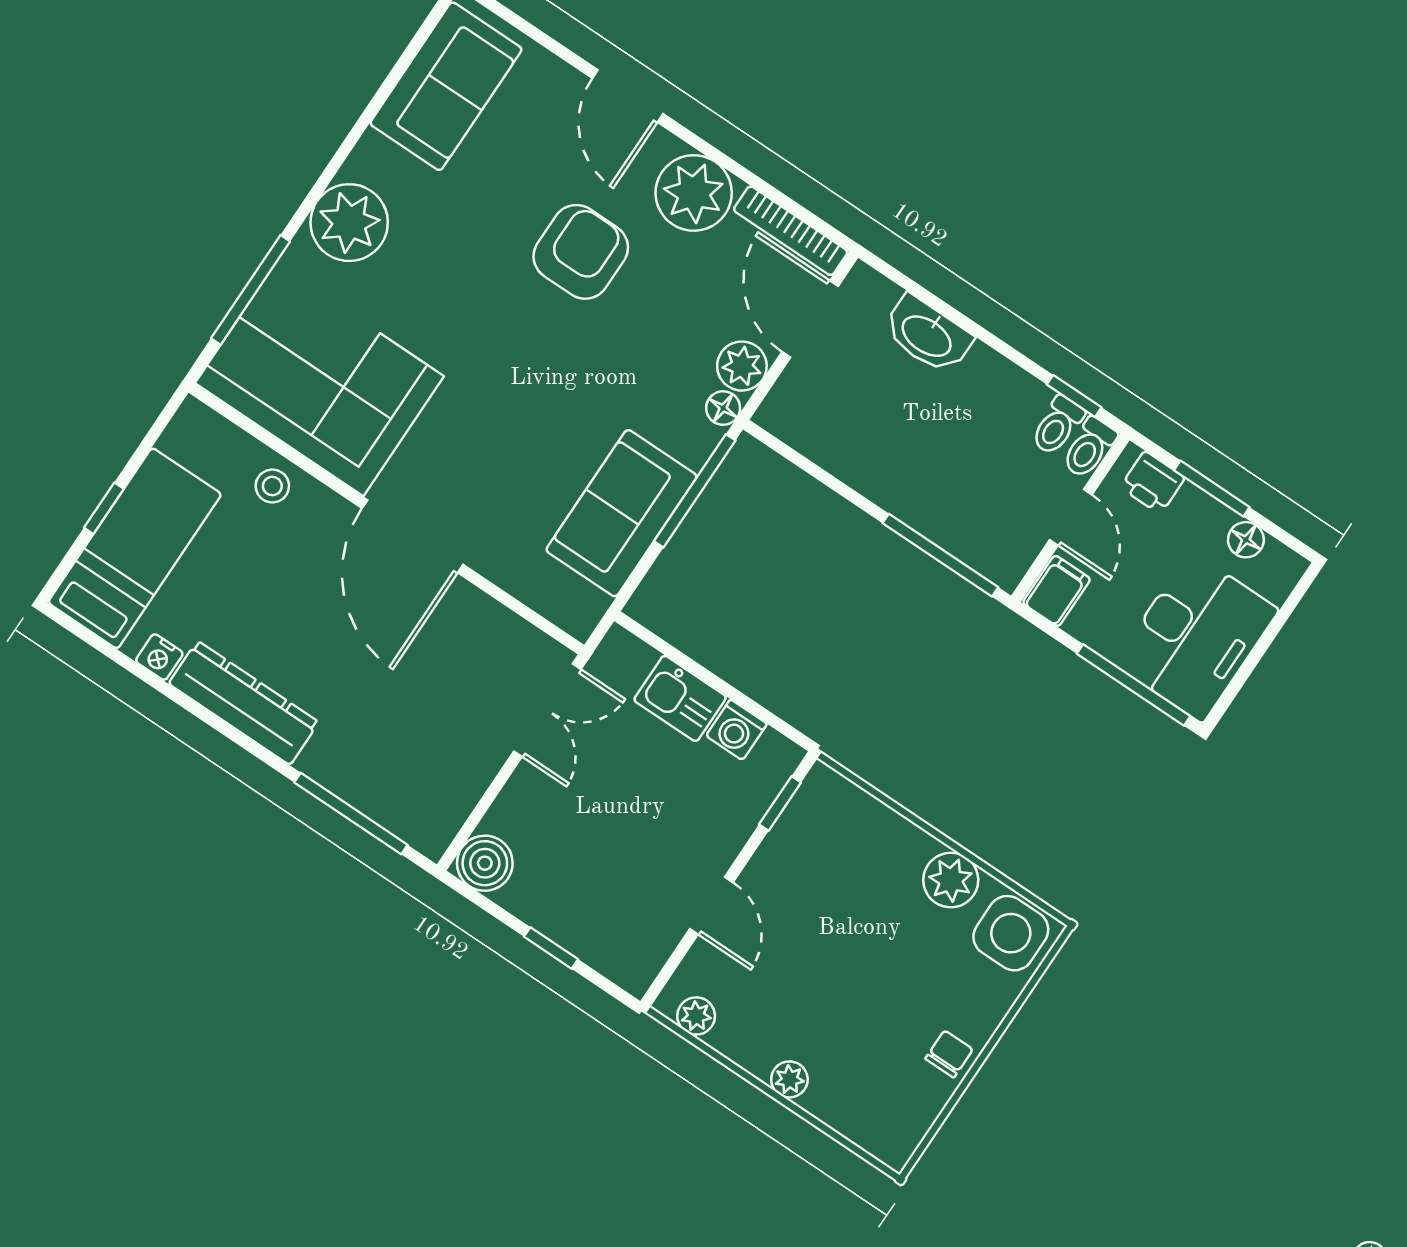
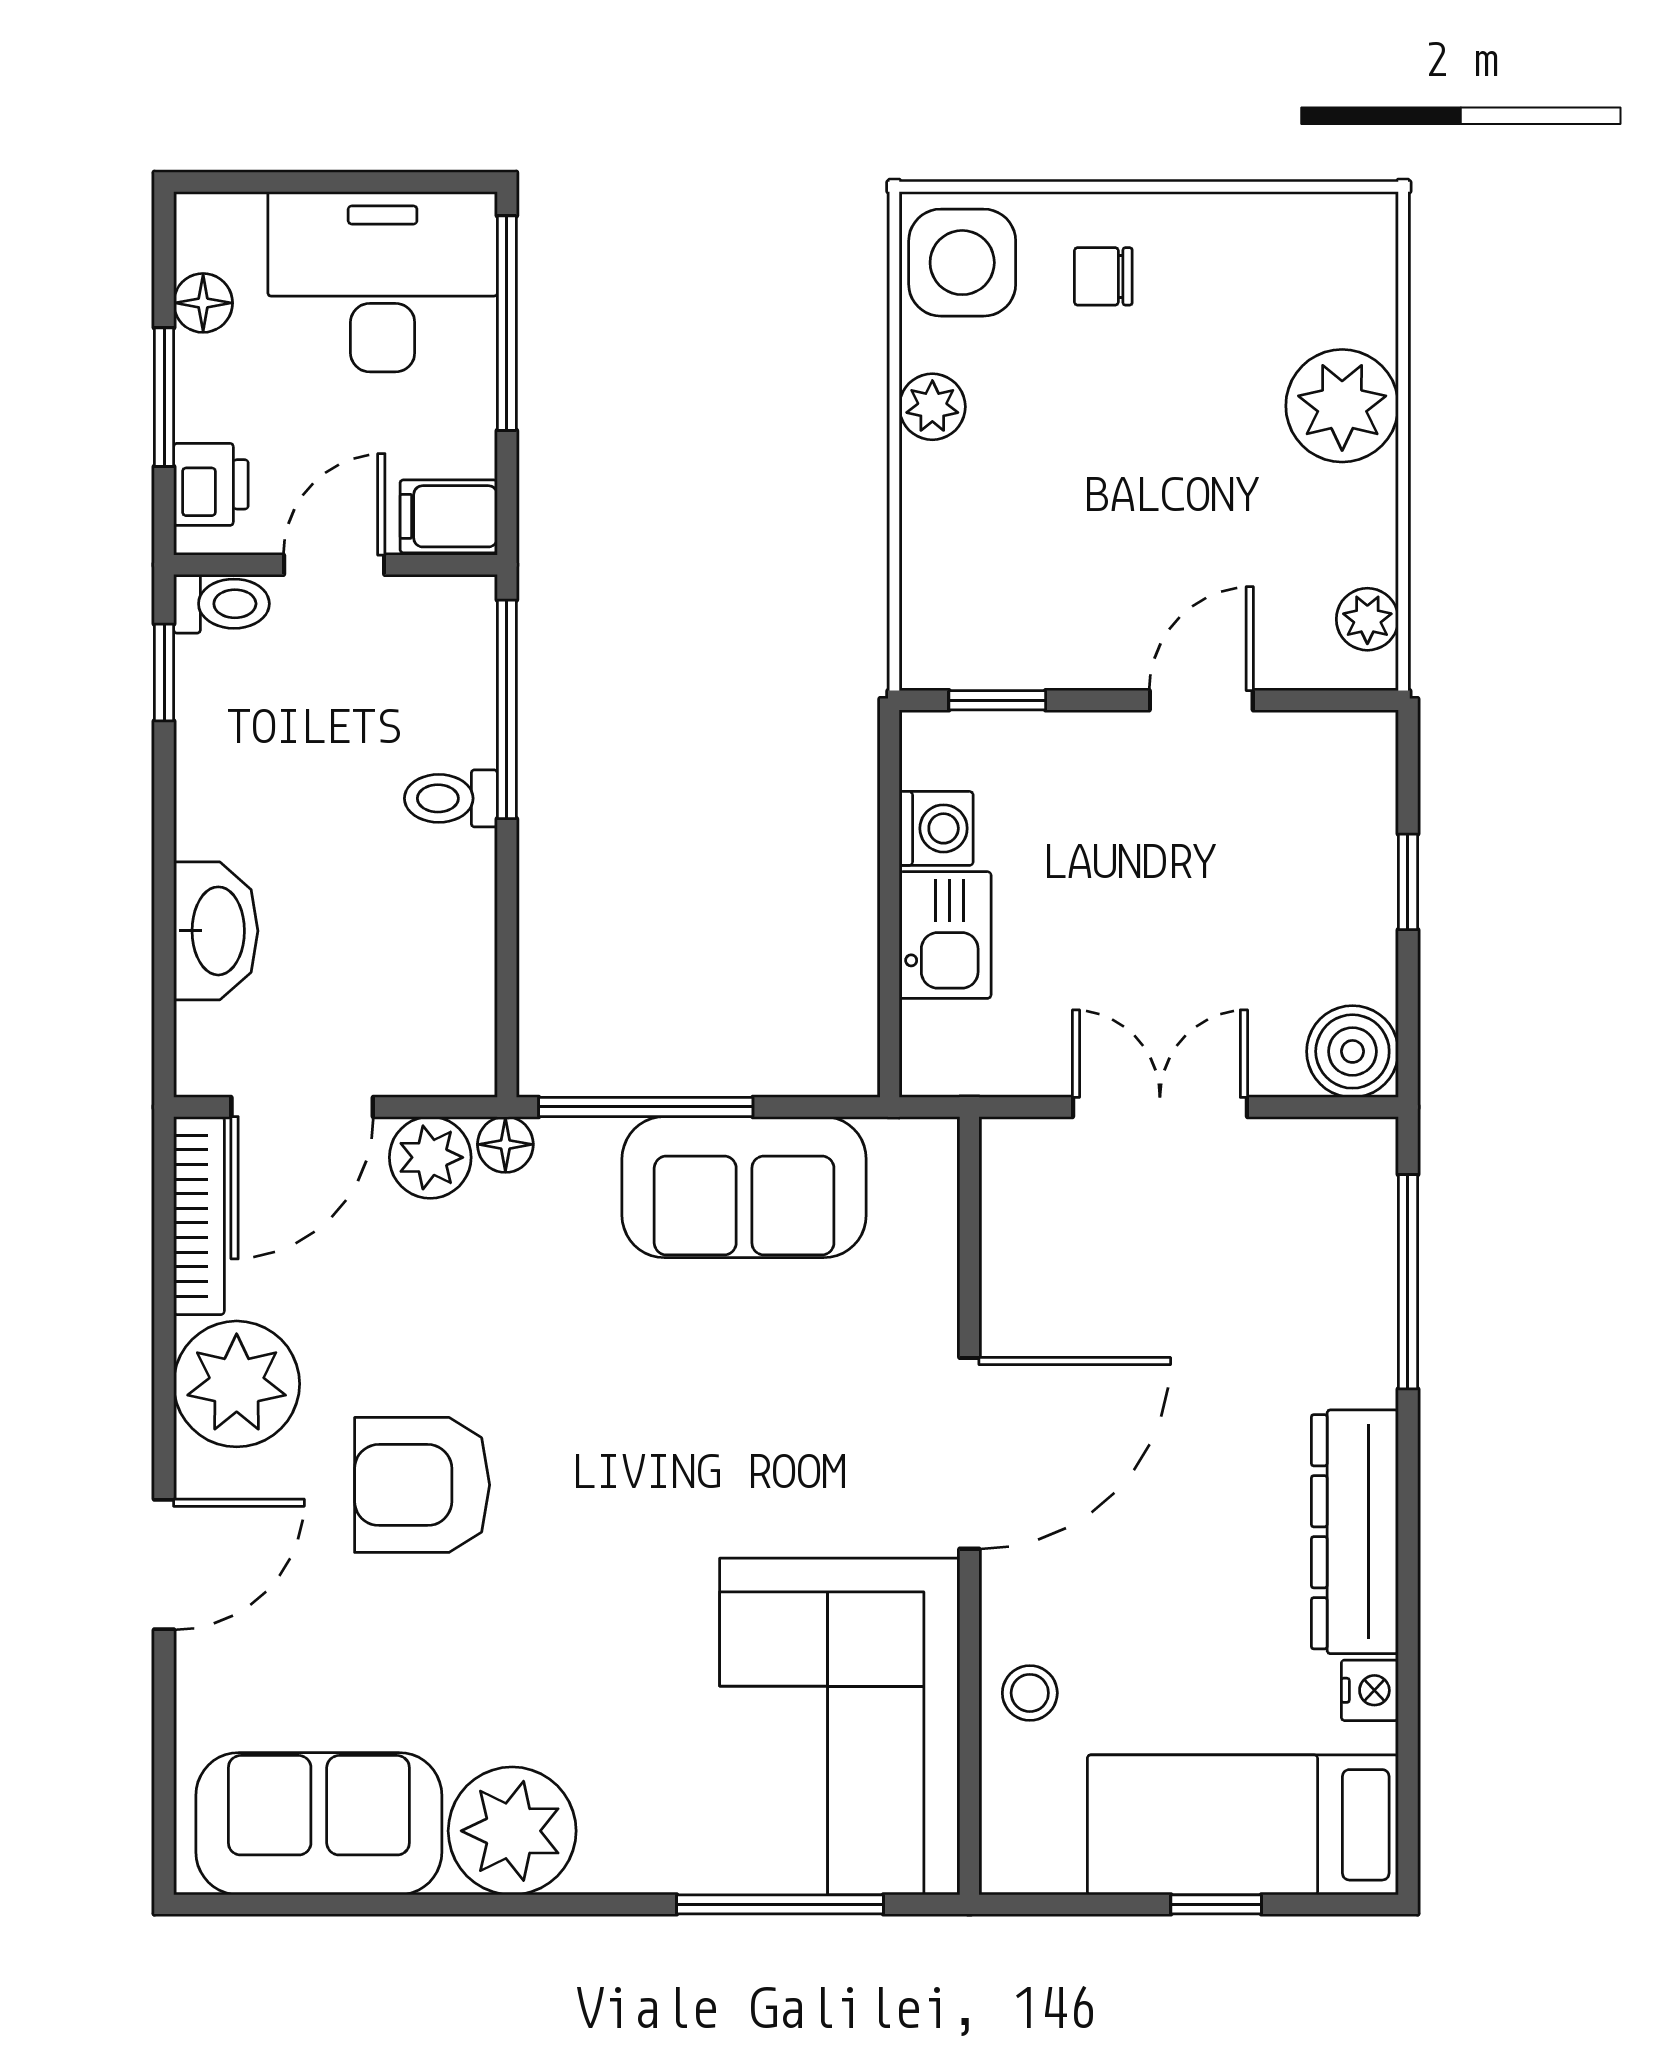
plant: (349, 223) -> (512, 1831), moved
toilet: (1057, 425) -> (451, 798), moved, turned 180
double door: (547, 710) -> (1160, 1107), moved
plant: (951, 880) -> (932, 407), width x0.73, depth x0.73
chair: (949, 1054) -> (1103, 276), moved
plant: (789, 1079) -> (1342, 406), width x1.87, depth x1.87

